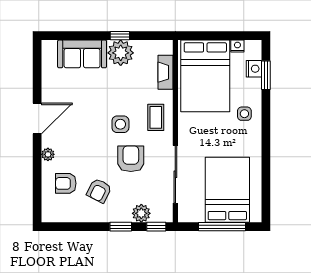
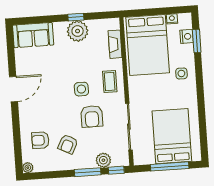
sofa: (82, 54) -> (33, 35), moved
plant: (48, 154) -> (28, 168), moved
armchair: (131, 159) -> (92, 116), turned 180
window: (121, 227) -> (88, 172), width x1.50

